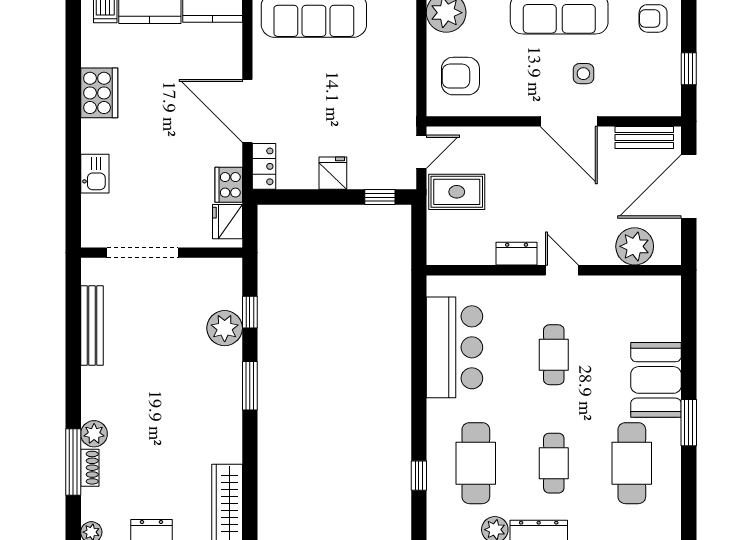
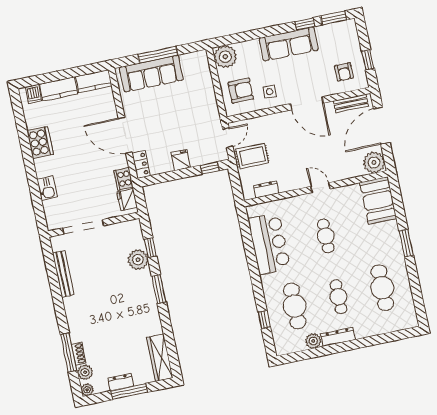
armchair: (653, 18) -> (344, 72), moved, turned -90
side table: (583, 74) -> (270, 92), moved
armchair: (460, 76) -> (241, 91), turned 180
plant: (635, 246) -> (374, 162), moved
dresser: (517, 254) -> (266, 189), moved
booth: (656, 380) -> (378, 200), moved
window: (689, 423) -> (406, 243), moved
plant: (94, 434) -> (85, 372), moved

